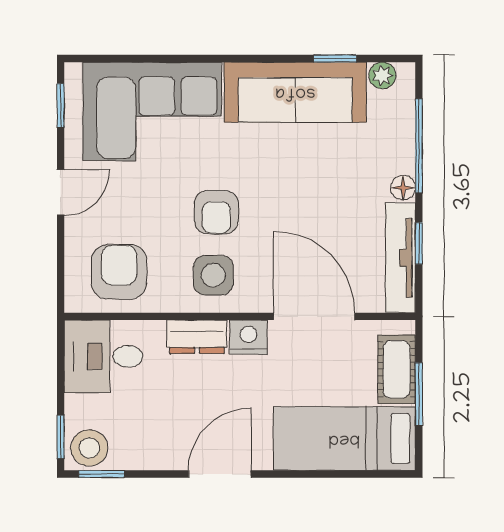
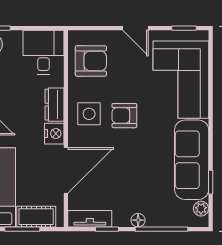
tv unit: (400, 258) -> (90, 219), width x0.71

